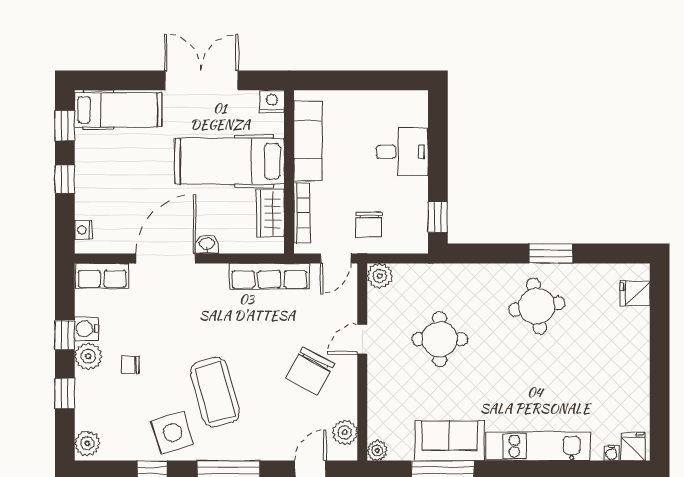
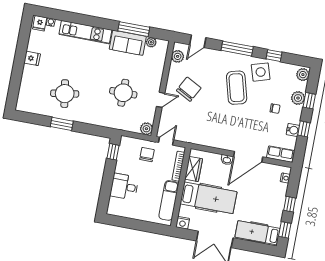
row of seats: (269, 276) -> (200, 139), removed
fridge: (635, 293) -> (32, 58), moved
round table: (537, 306) -> (65, 94), moved
plant: (88, 356) -> (298, 98), moved
plant: (377, 451) -> (151, 42), moved

